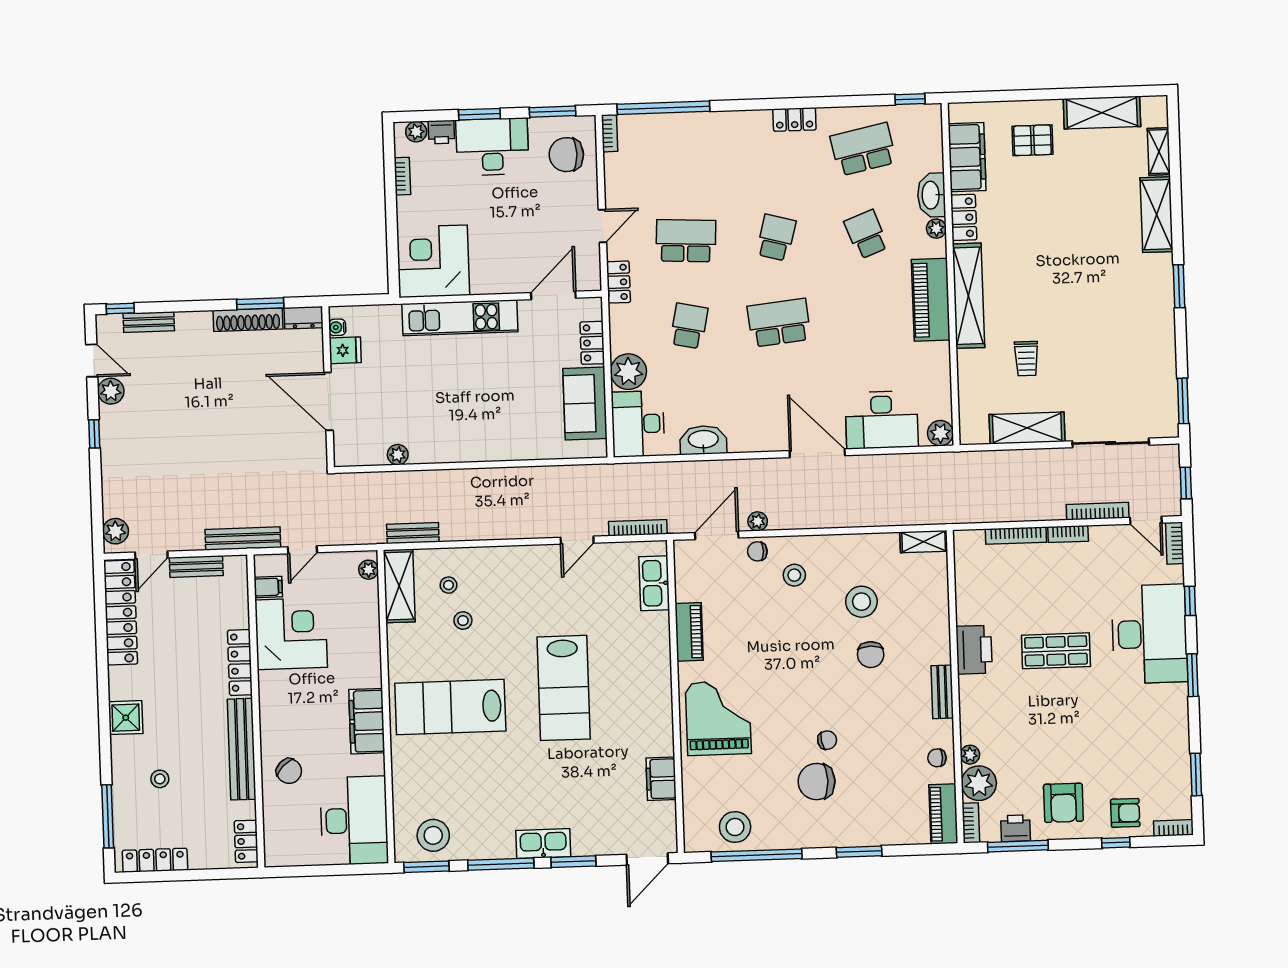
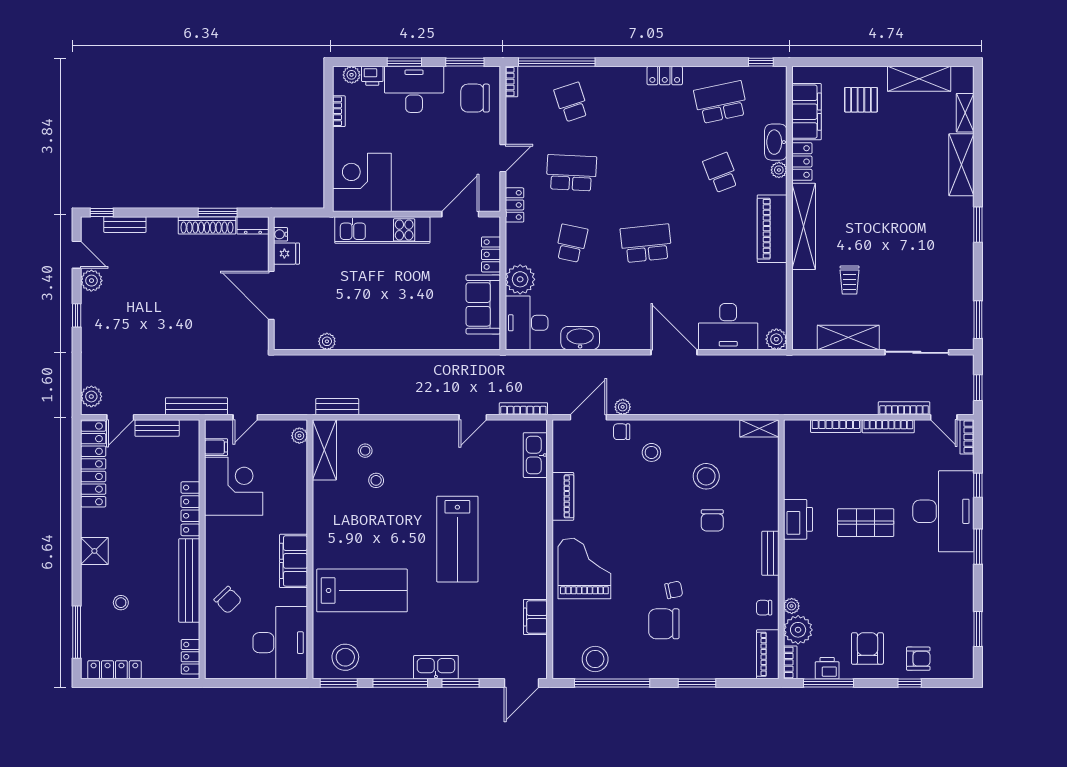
school desk: (776, 238) -> (571, 102), moved, turned -33
bookcase: (1068, 534) -> (888, 426), width x1.56
lab bench: (450, 707) -> (362, 590), moved, turned 180
armchair: (1063, 803) -> (867, 648), turned 180
bookcase: (1173, 828) -> (958, 672), removed

